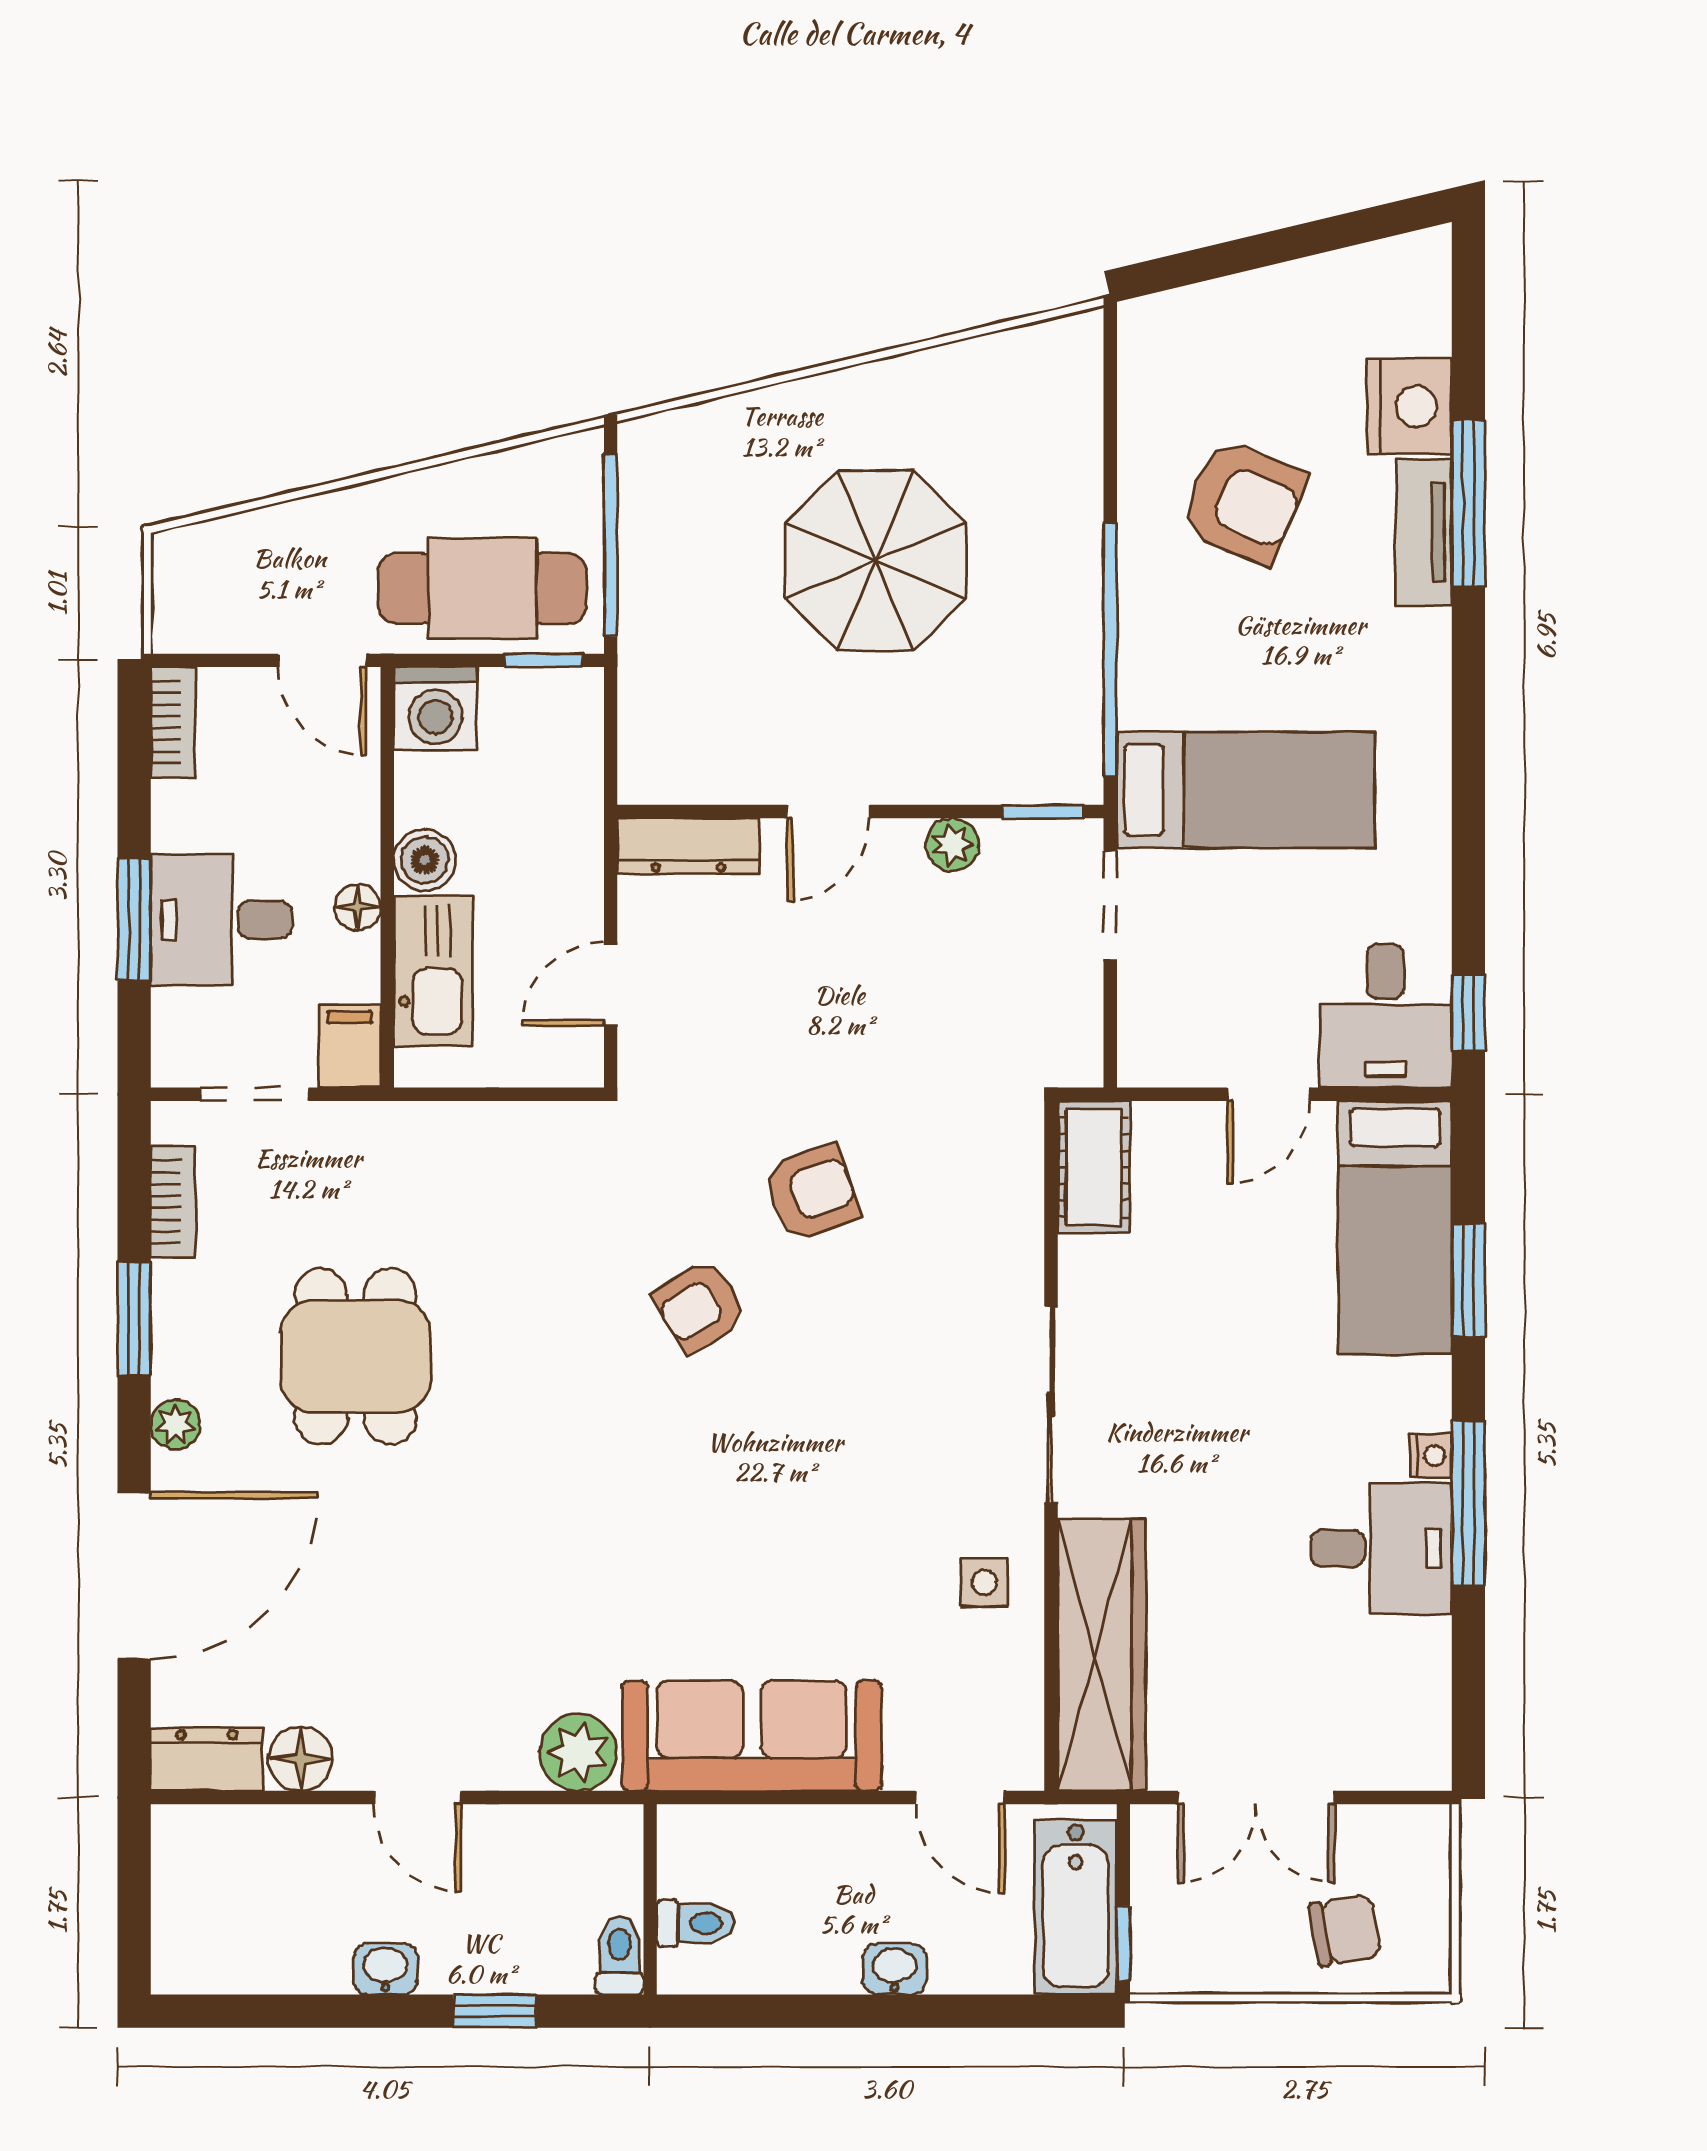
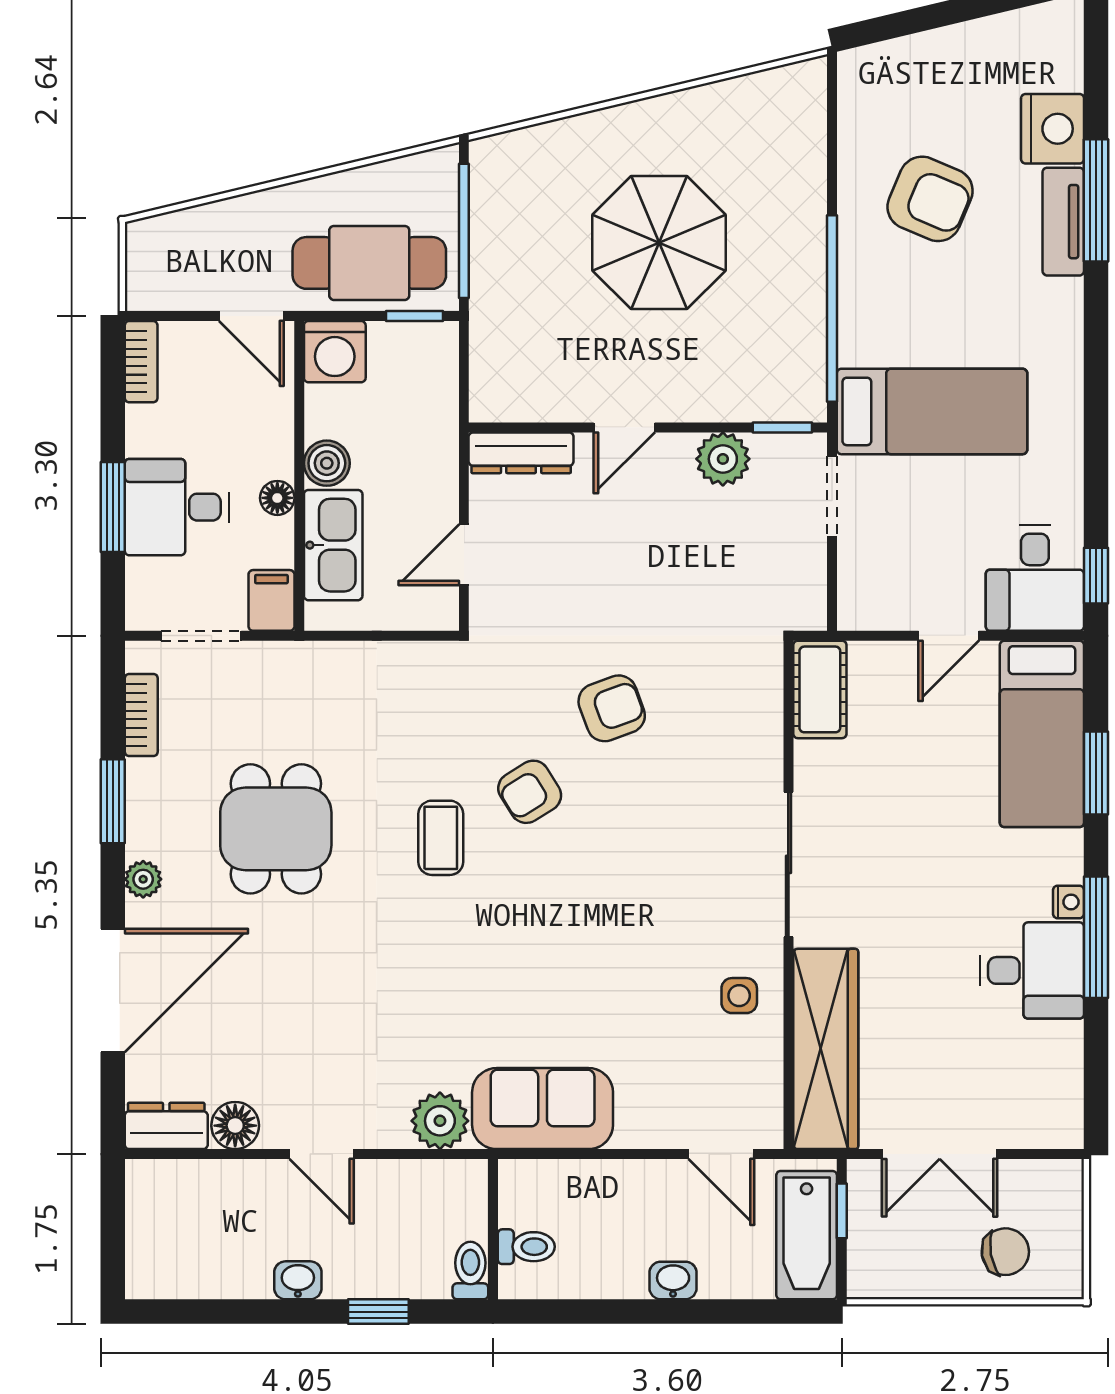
plant: (952, 844) -> (723, 459), width x1.38, depth x1.38
coffee table: (579, 1368) -> (441, 838), added
sofa: (752, 1736) -> (543, 1109), width x0.73
window: (1123, 1943) -> (842, 1211), moved

